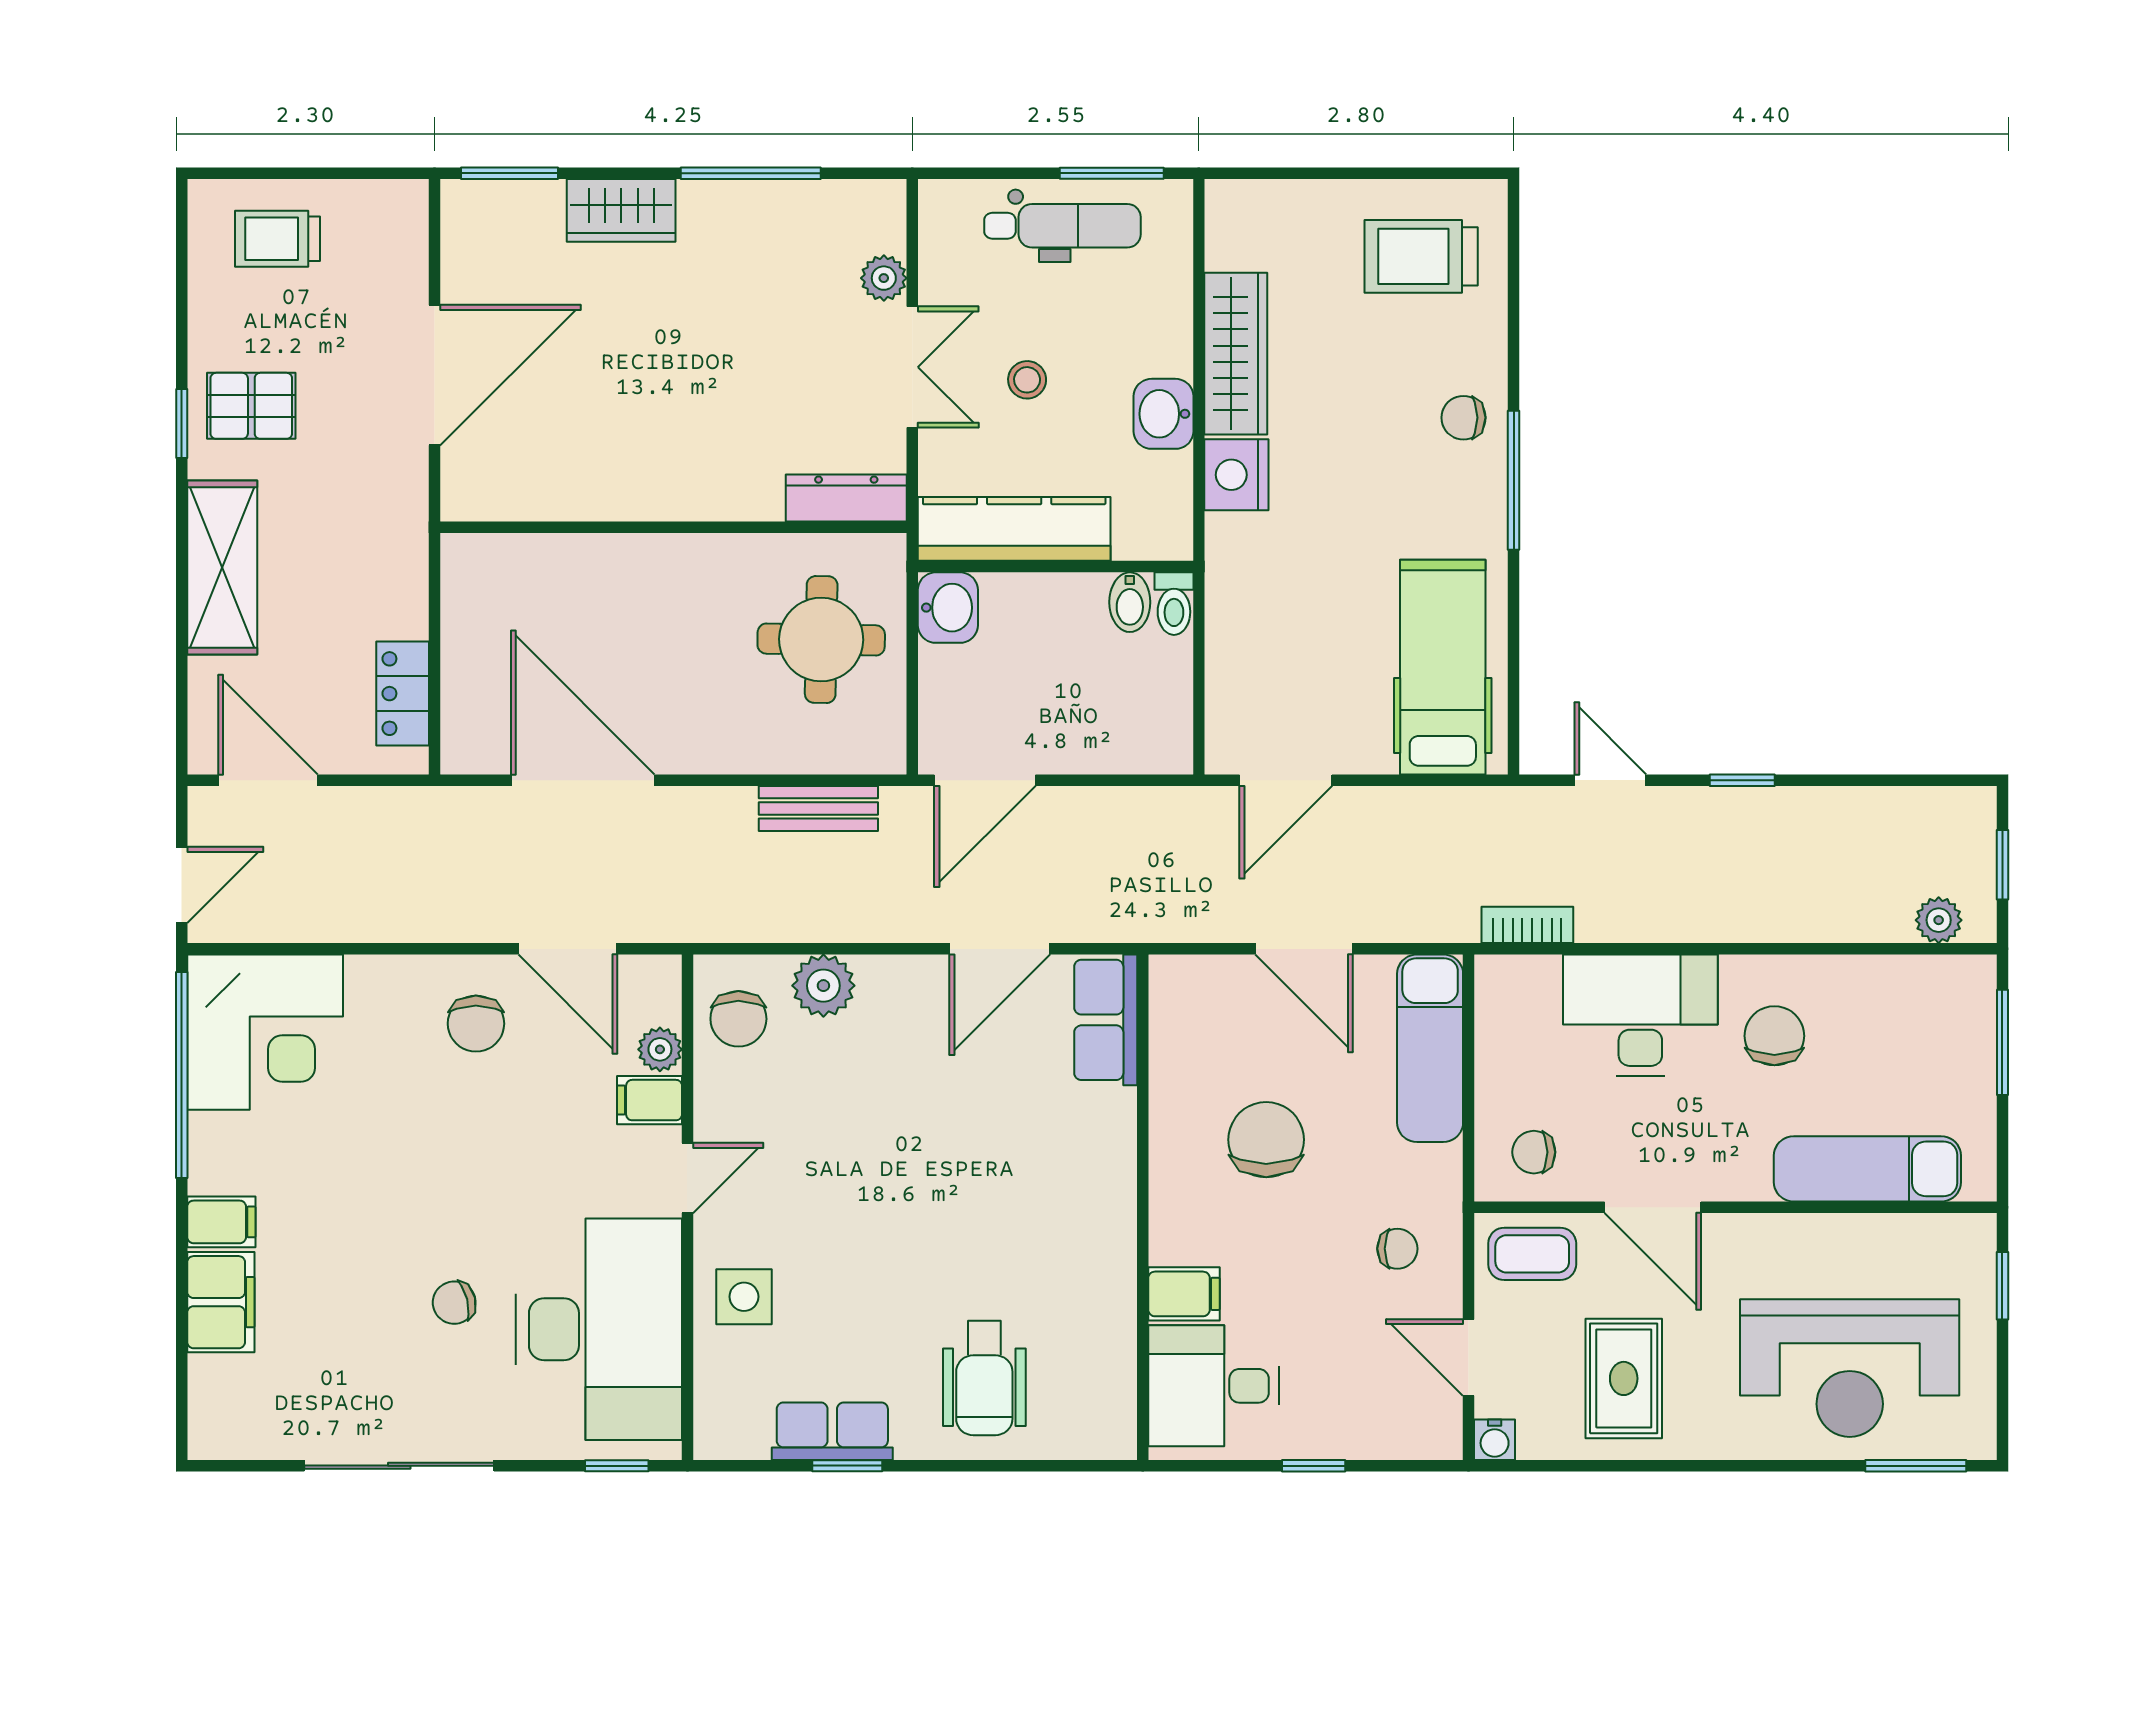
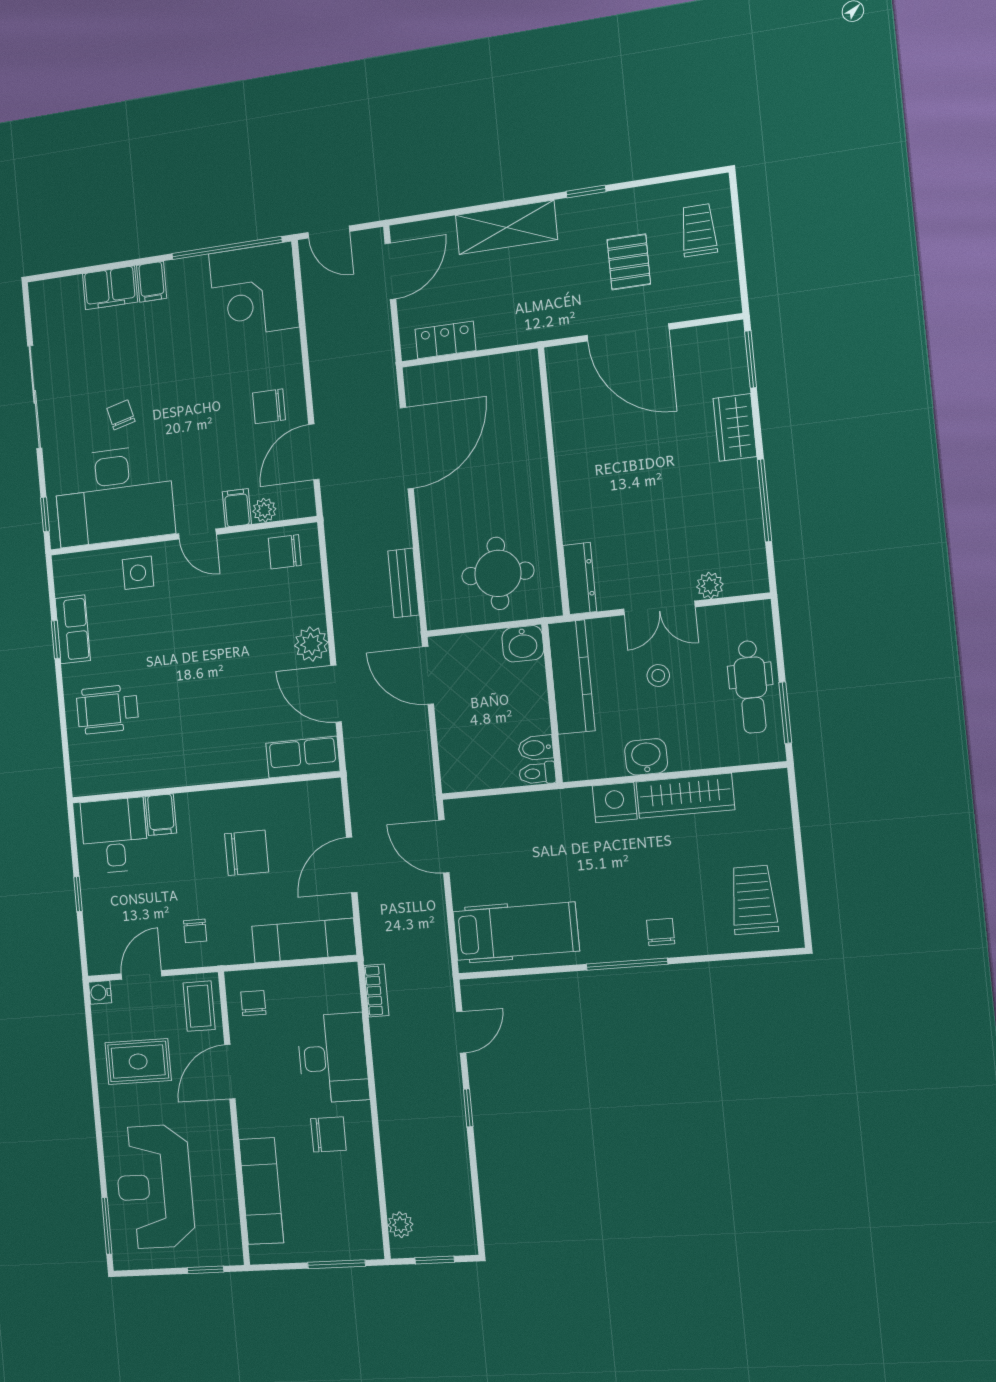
pallet: (251, 406) -> (629, 262), moved
plant: (823, 986) -> (311, 644), moved

